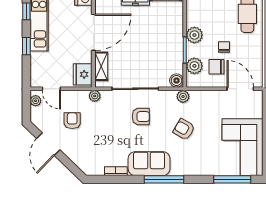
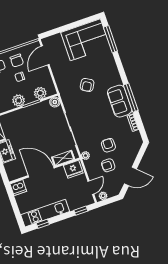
window: (26, 46) -> (81, 211), moved
chair: (216, 67) -> (17, 61), moved
plant: (183, 97) -> (64, 94), removed
armchair: (141, 117) -> (108, 145), moved
window: (164, 179) -> (131, 98), moved

